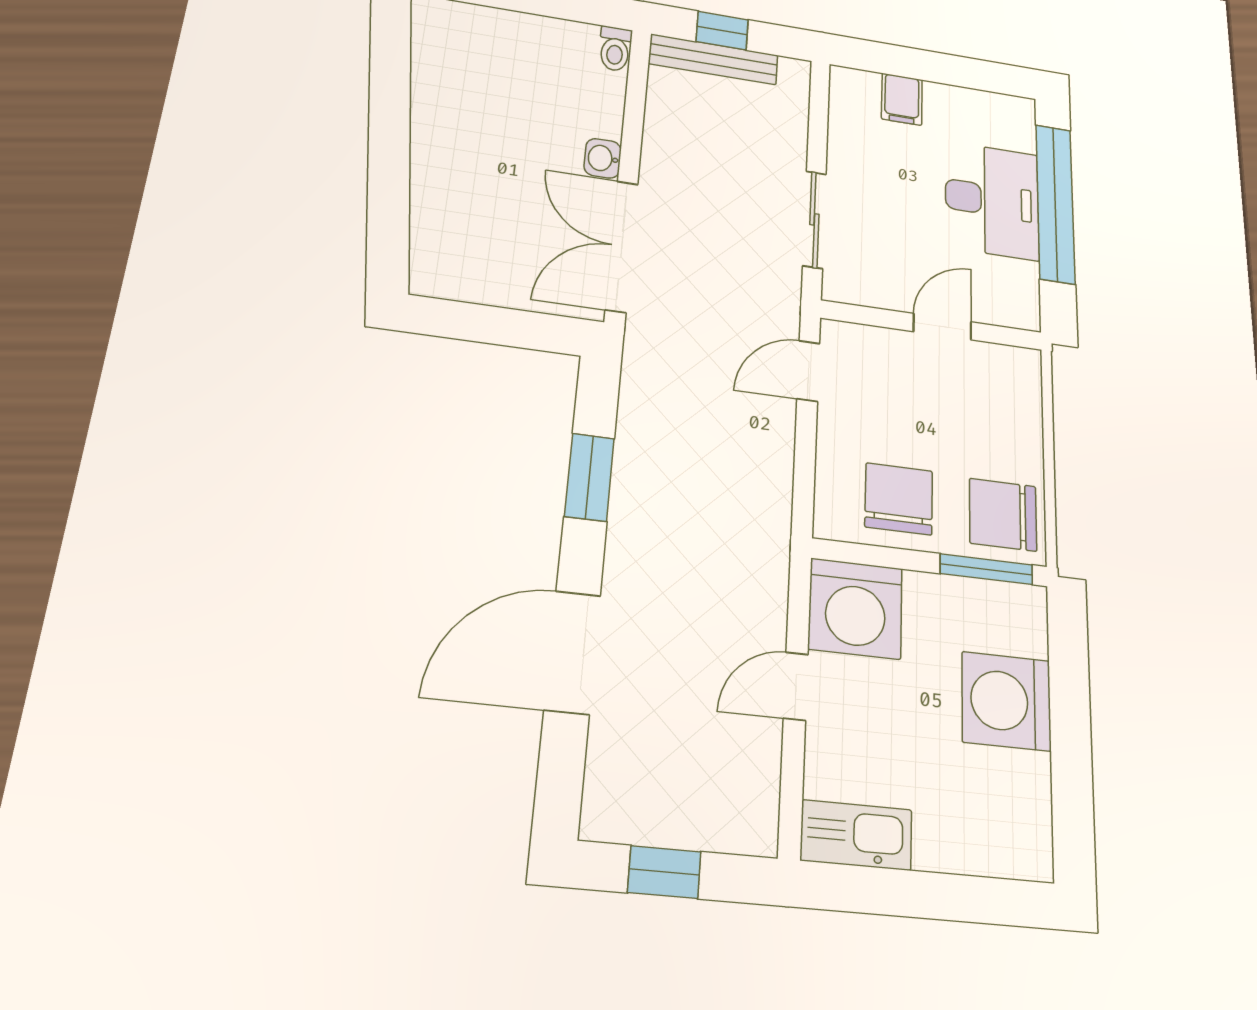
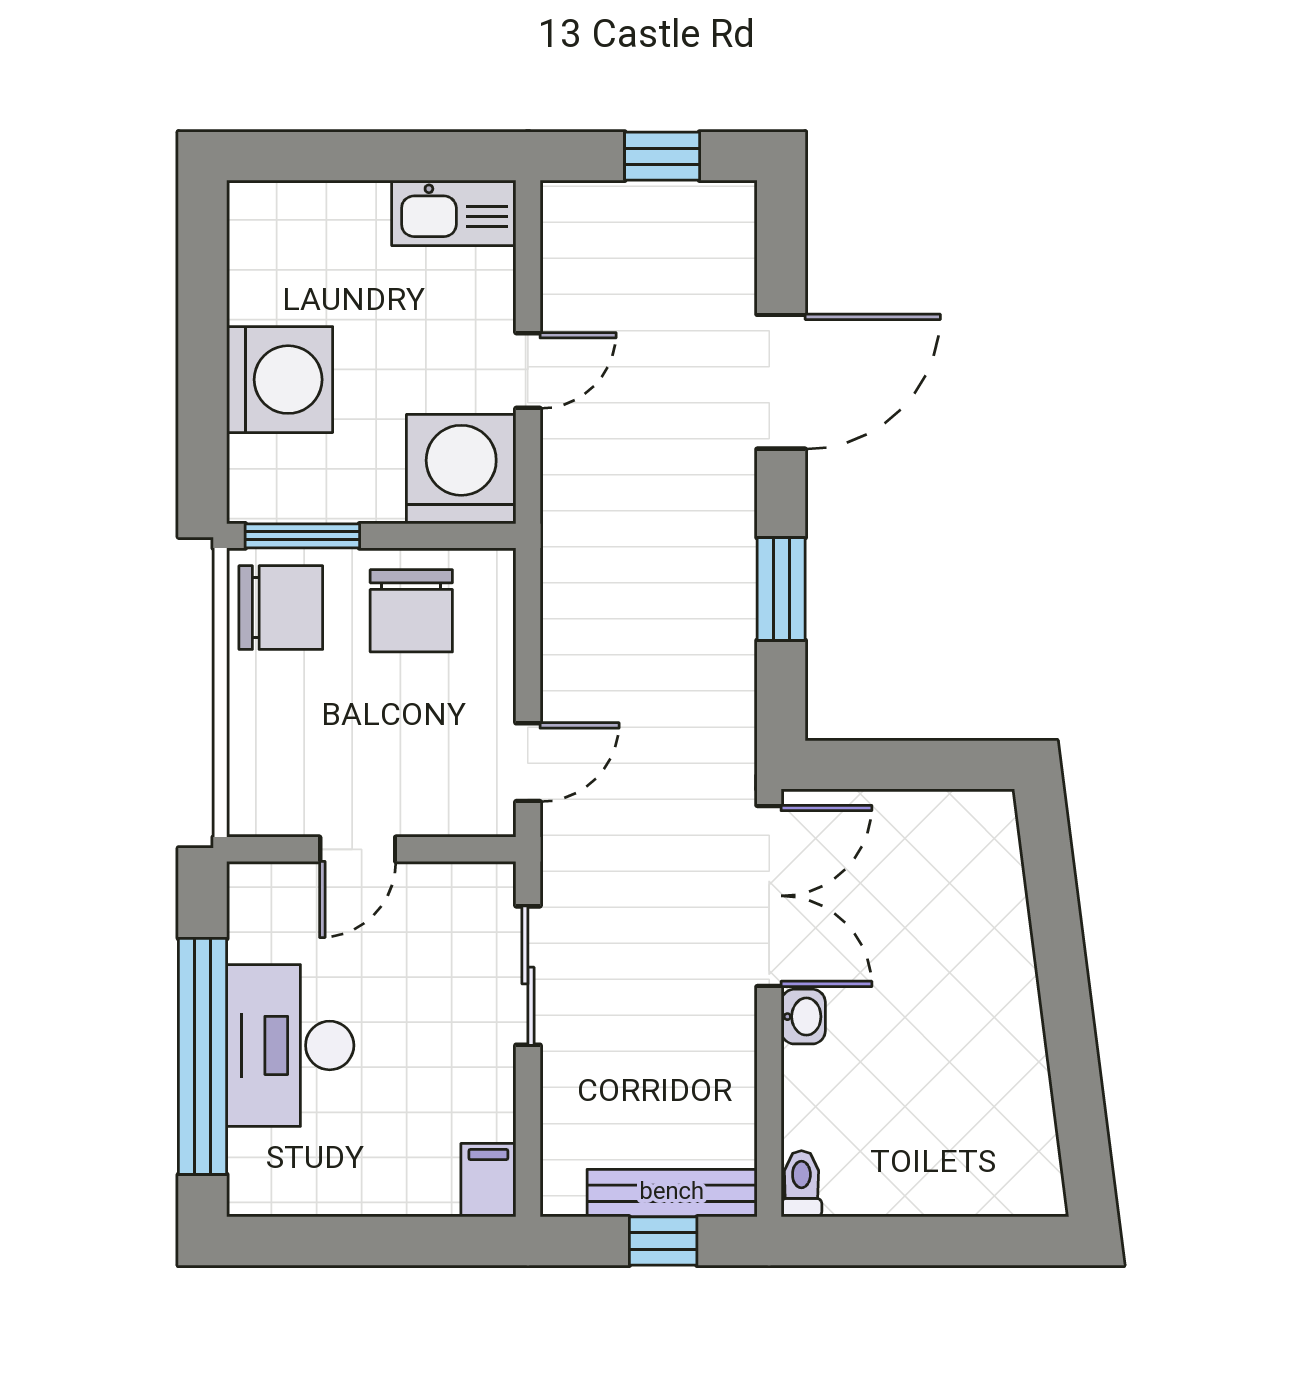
filing cabinet: (902, 99) -> (488, 1180), moved

